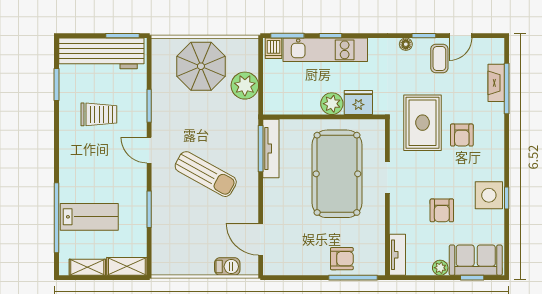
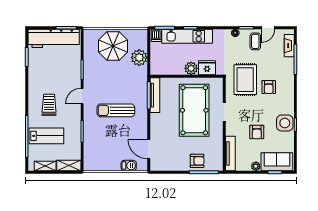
fireplace: (496, 83) -> (289, 46), moved
trolley: (99, 114) -> (49, 105), moved, turned -90
door: (149, 150) -> (82, 96), hinge flipped
sun lounger: (206, 174) -> (116, 110), turned 151
tv unit: (398, 255) -> (230, 153), width x1.41

